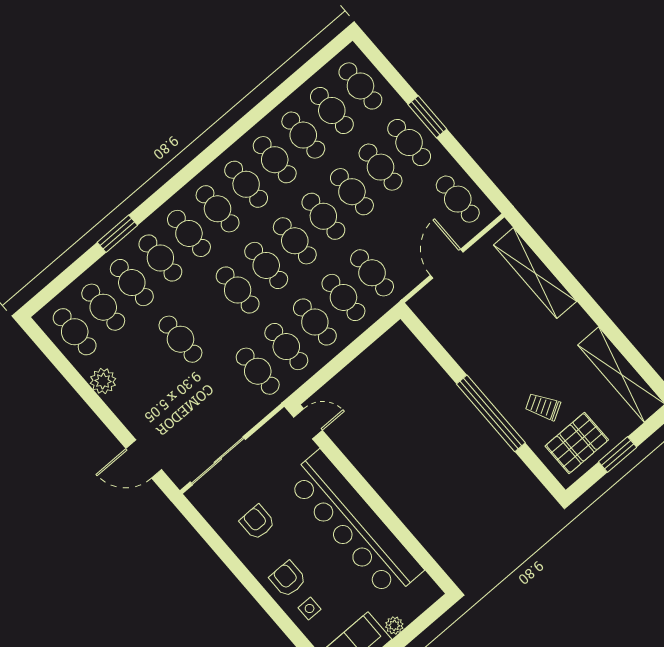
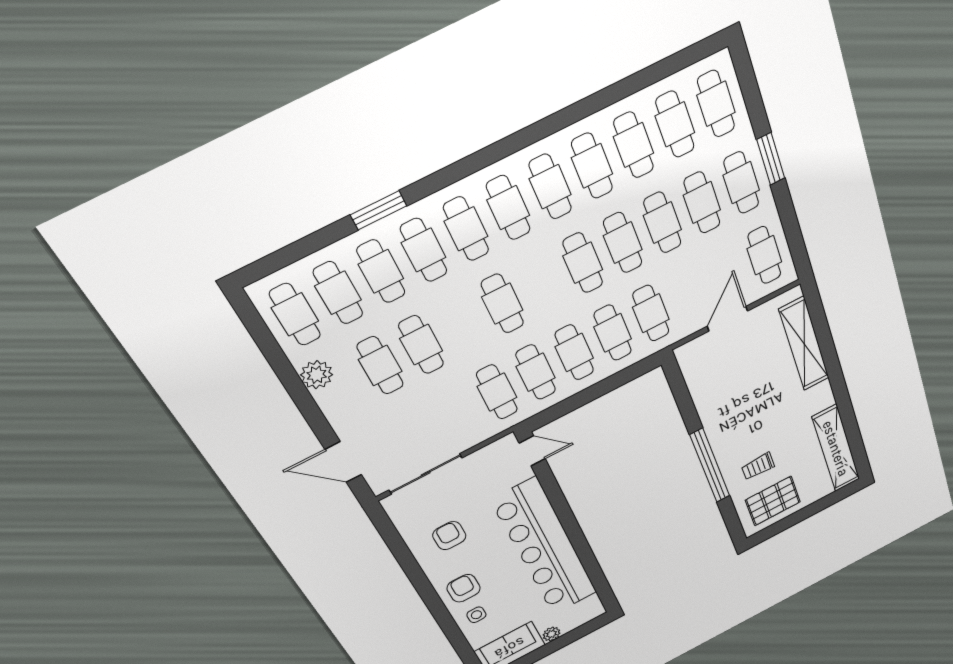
cafe table: (266, 265) -> (380, 365), moved
trolley: (543, 407) -> (758, 466), turned -60
window: (618, 454) -> (802, 515), removed

